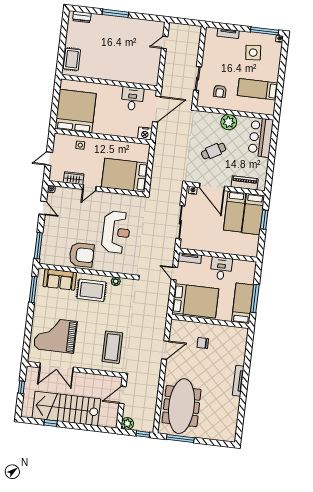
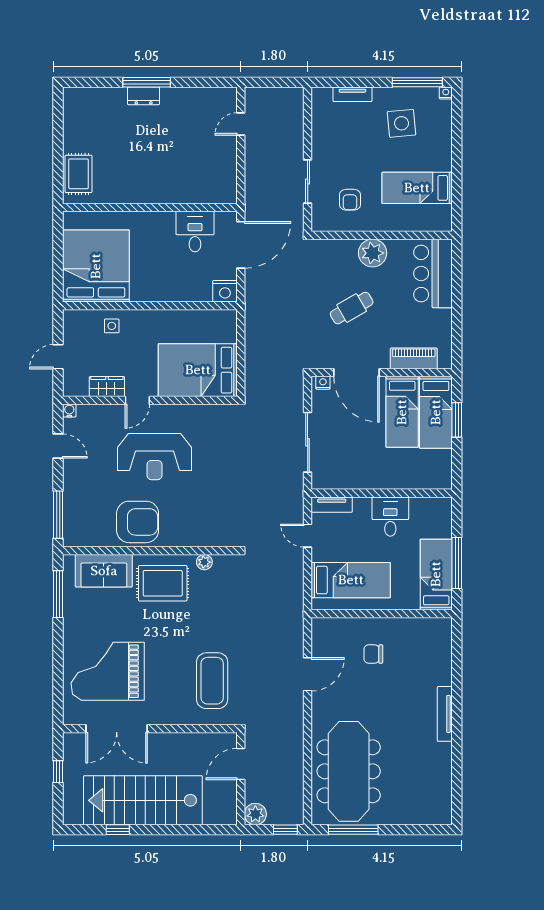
dresser: (82, 17) -> (144, 96), moved
reception desk: (116, 232) -> (155, 457), moved, turned 90
bed: (195, 301) -> (351, 580), width x0.67

